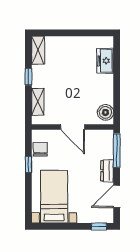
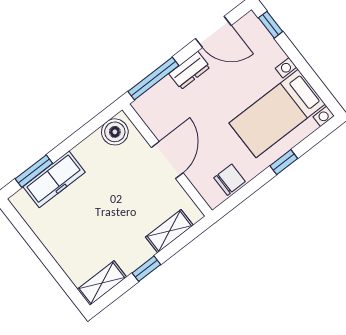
window: (117, 59) -> (34, 171), added
freezer: (105, 61) -> (54, 179), width x1.40
chair: (40, 149) -> (230, 180), turned 180
window: (28, 164) -> (284, 162), moved

